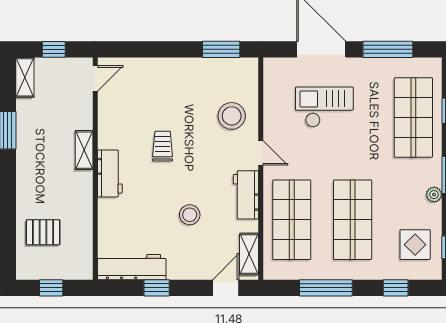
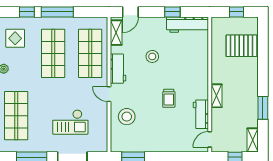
workbench: (110, 173) -> (201, 114), moved
pallet: (43, 232) -> (241, 46), width x1.50, depth x1.42
window: (326, 288) -> (57, 12), moved

